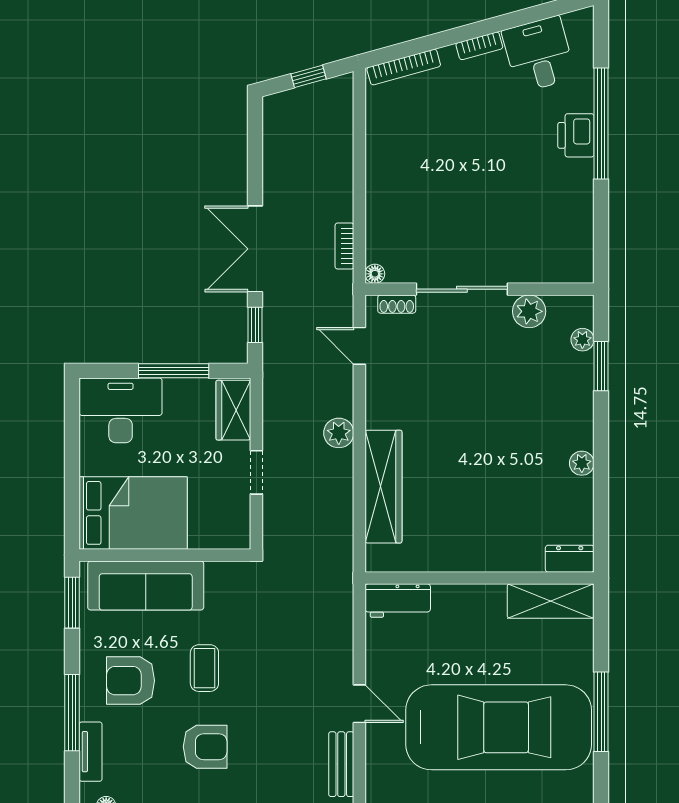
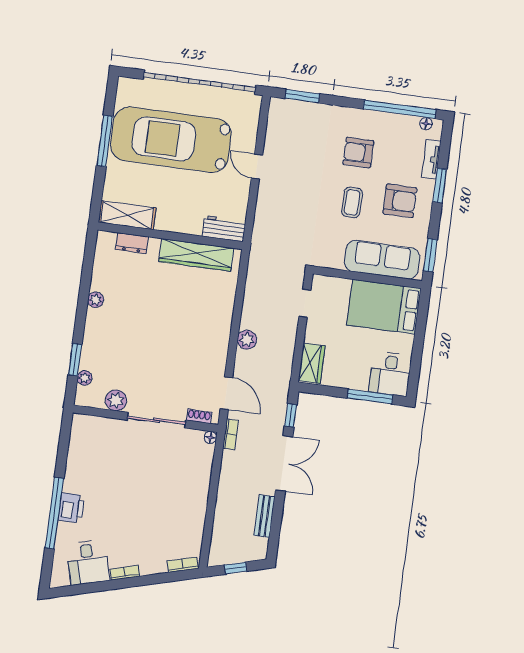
bookcase: (404, 67) -> (183, 565), width x0.64
bookcase: (344, 246) -> (230, 434), moved
door: (359, 346) -> (226, 393), width x1.38
window: (174, 371) -> (370, 397), moved
desk: (121, 410) -> (390, 374), width x0.73
doorway: (256, 472) -> (305, 303), moved
wardrobe: (383, 487) -> (196, 255), moved, turned -90
dresser: (570, 559) -> (132, 243), moved
window: (72, 713) -> (440, 185), width x0.69
bench: (341, 764) -> (264, 516), moved

